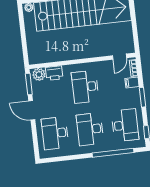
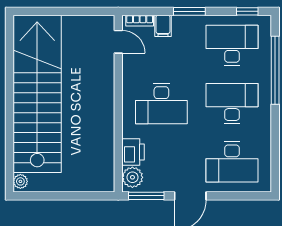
desk: (90, 129) -> (232, 104), turned 180

